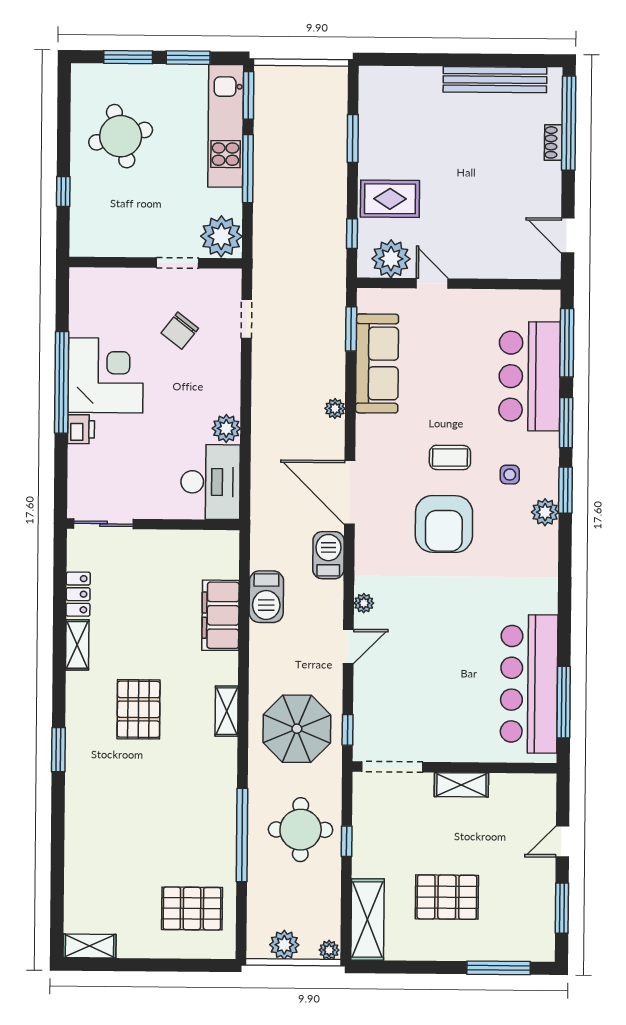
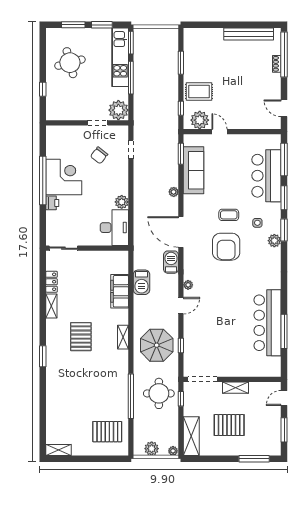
doorway: (392, 767) -> (202, 379), moved
wall: (455, 767) -> (232, 379), moved
shelving: (461, 785) -> (236, 388), moved

